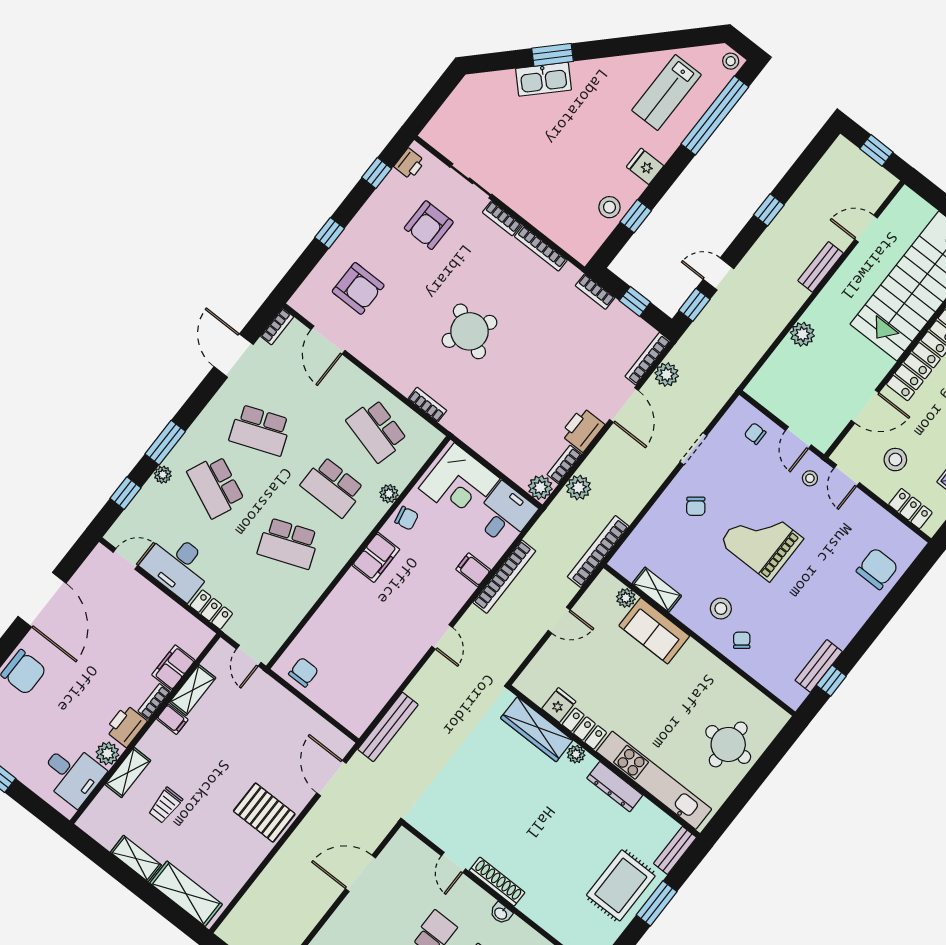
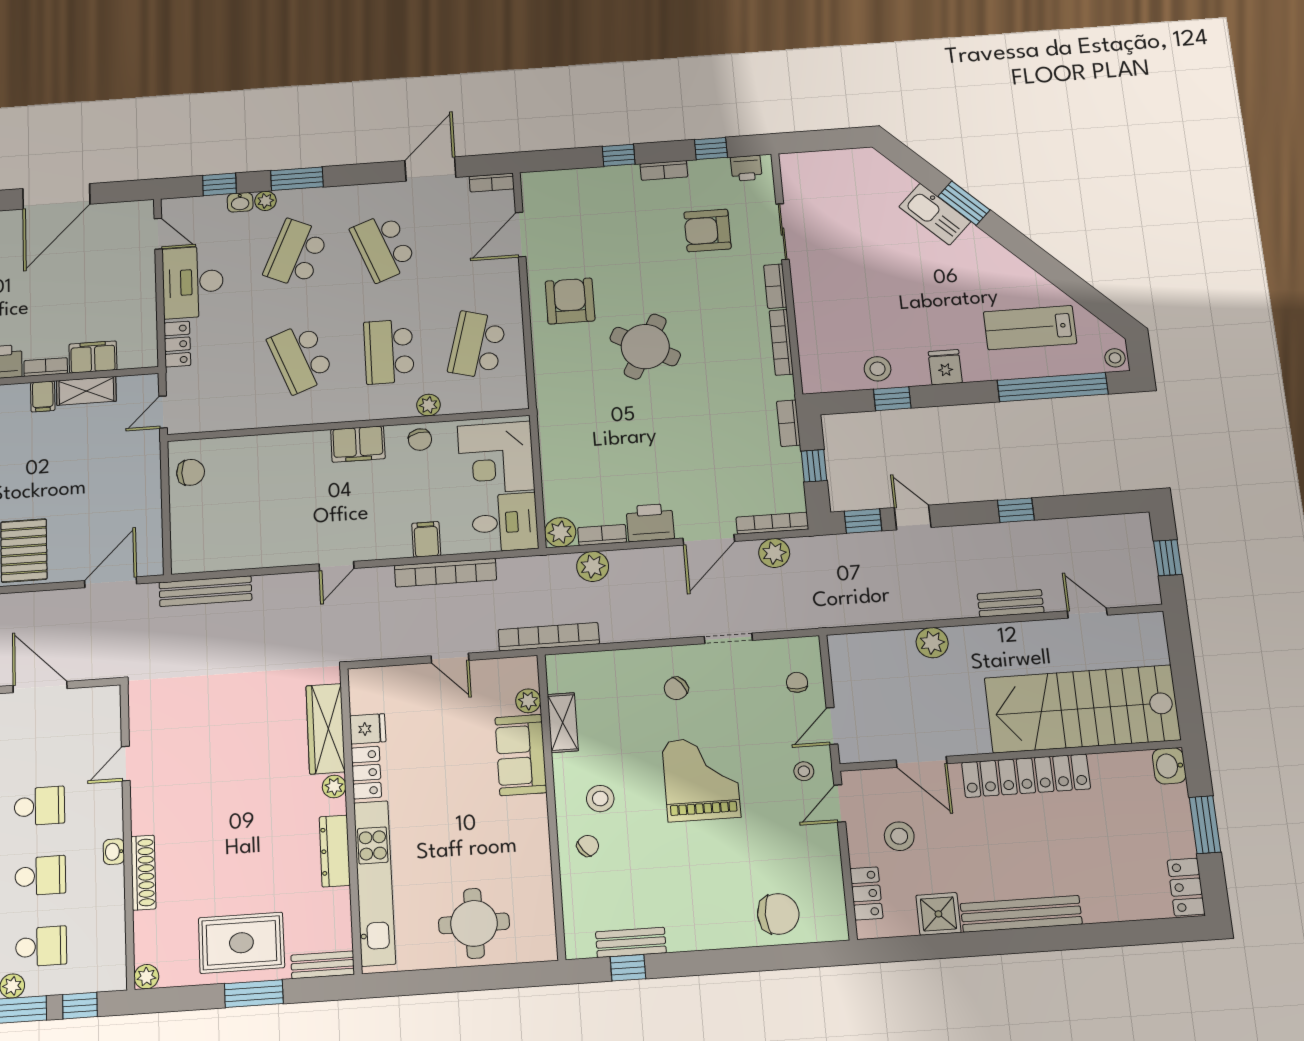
armchair: (358, 288) -> (570, 301), moved, turned 180
bookcase: (427, 405) -> (664, 170), moved, turned 90
washbasin: (150, 491) -> (240, 202), added
shoe rack: (497, 882) -> (143, 873), moved

